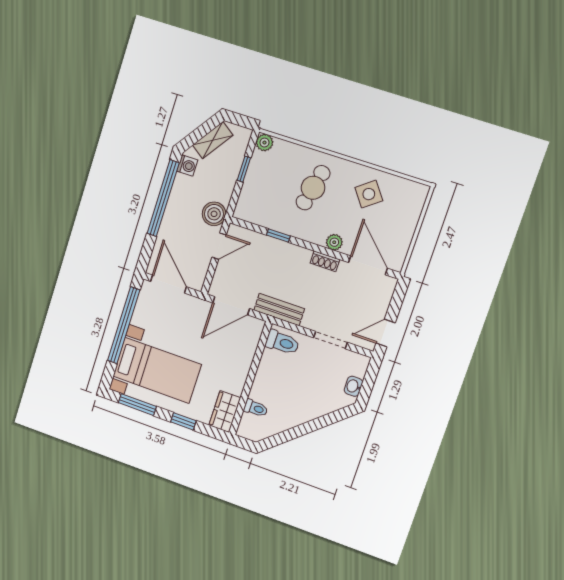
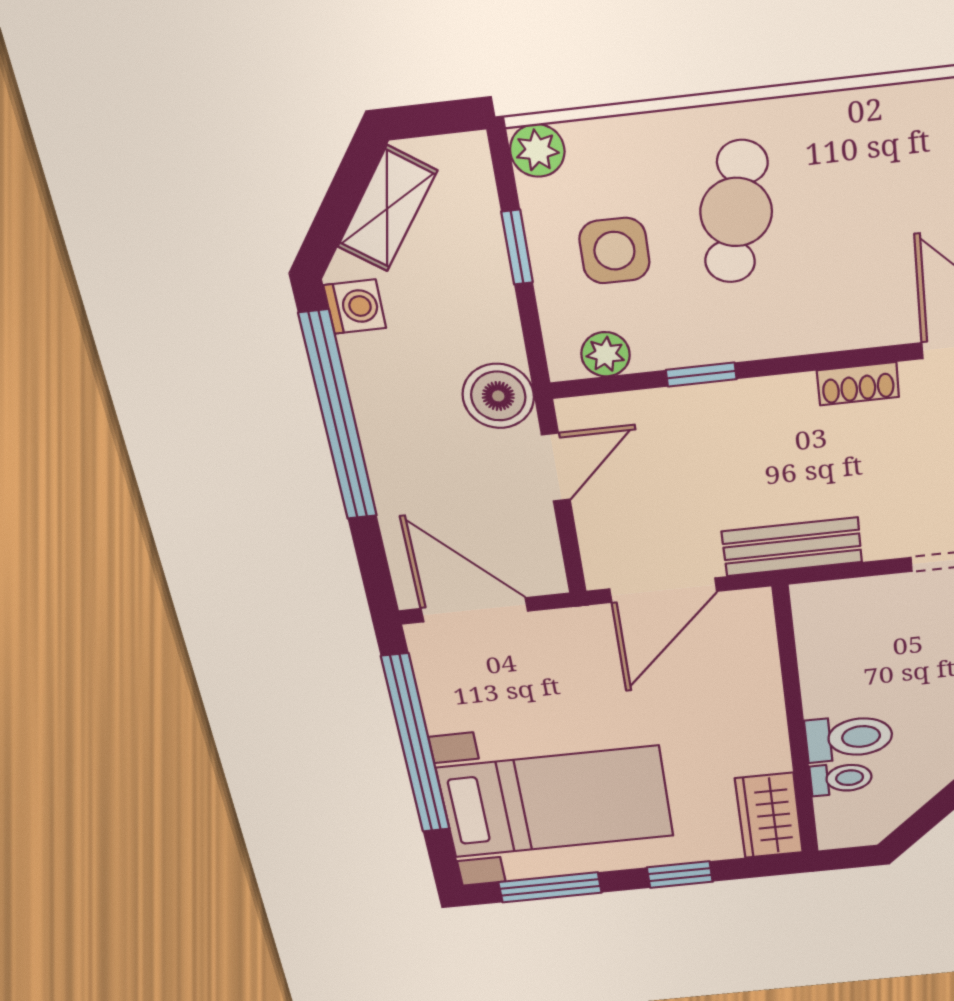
side table: (369, 194) -> (614, 251), moved, turned 37
plant: (334, 242) -> (605, 354), moved
toilet: (282, 342) -> (849, 738), moved

